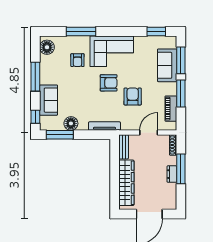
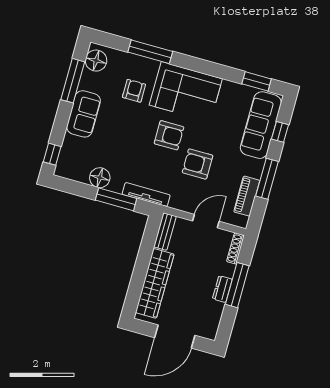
armchair: (77, 60) -> (134, 91), turned 180
window: (181, 60) -> (280, 132), width x0.46
sofa: (167, 65) -> (261, 125), width x1.36
window: (35, 77) -> (73, 81), moved
armchair: (133, 96) -> (198, 164), turned -90
sofa: (49, 100) -> (84, 114), moved
window: (60, 135) -> (116, 199), moved

